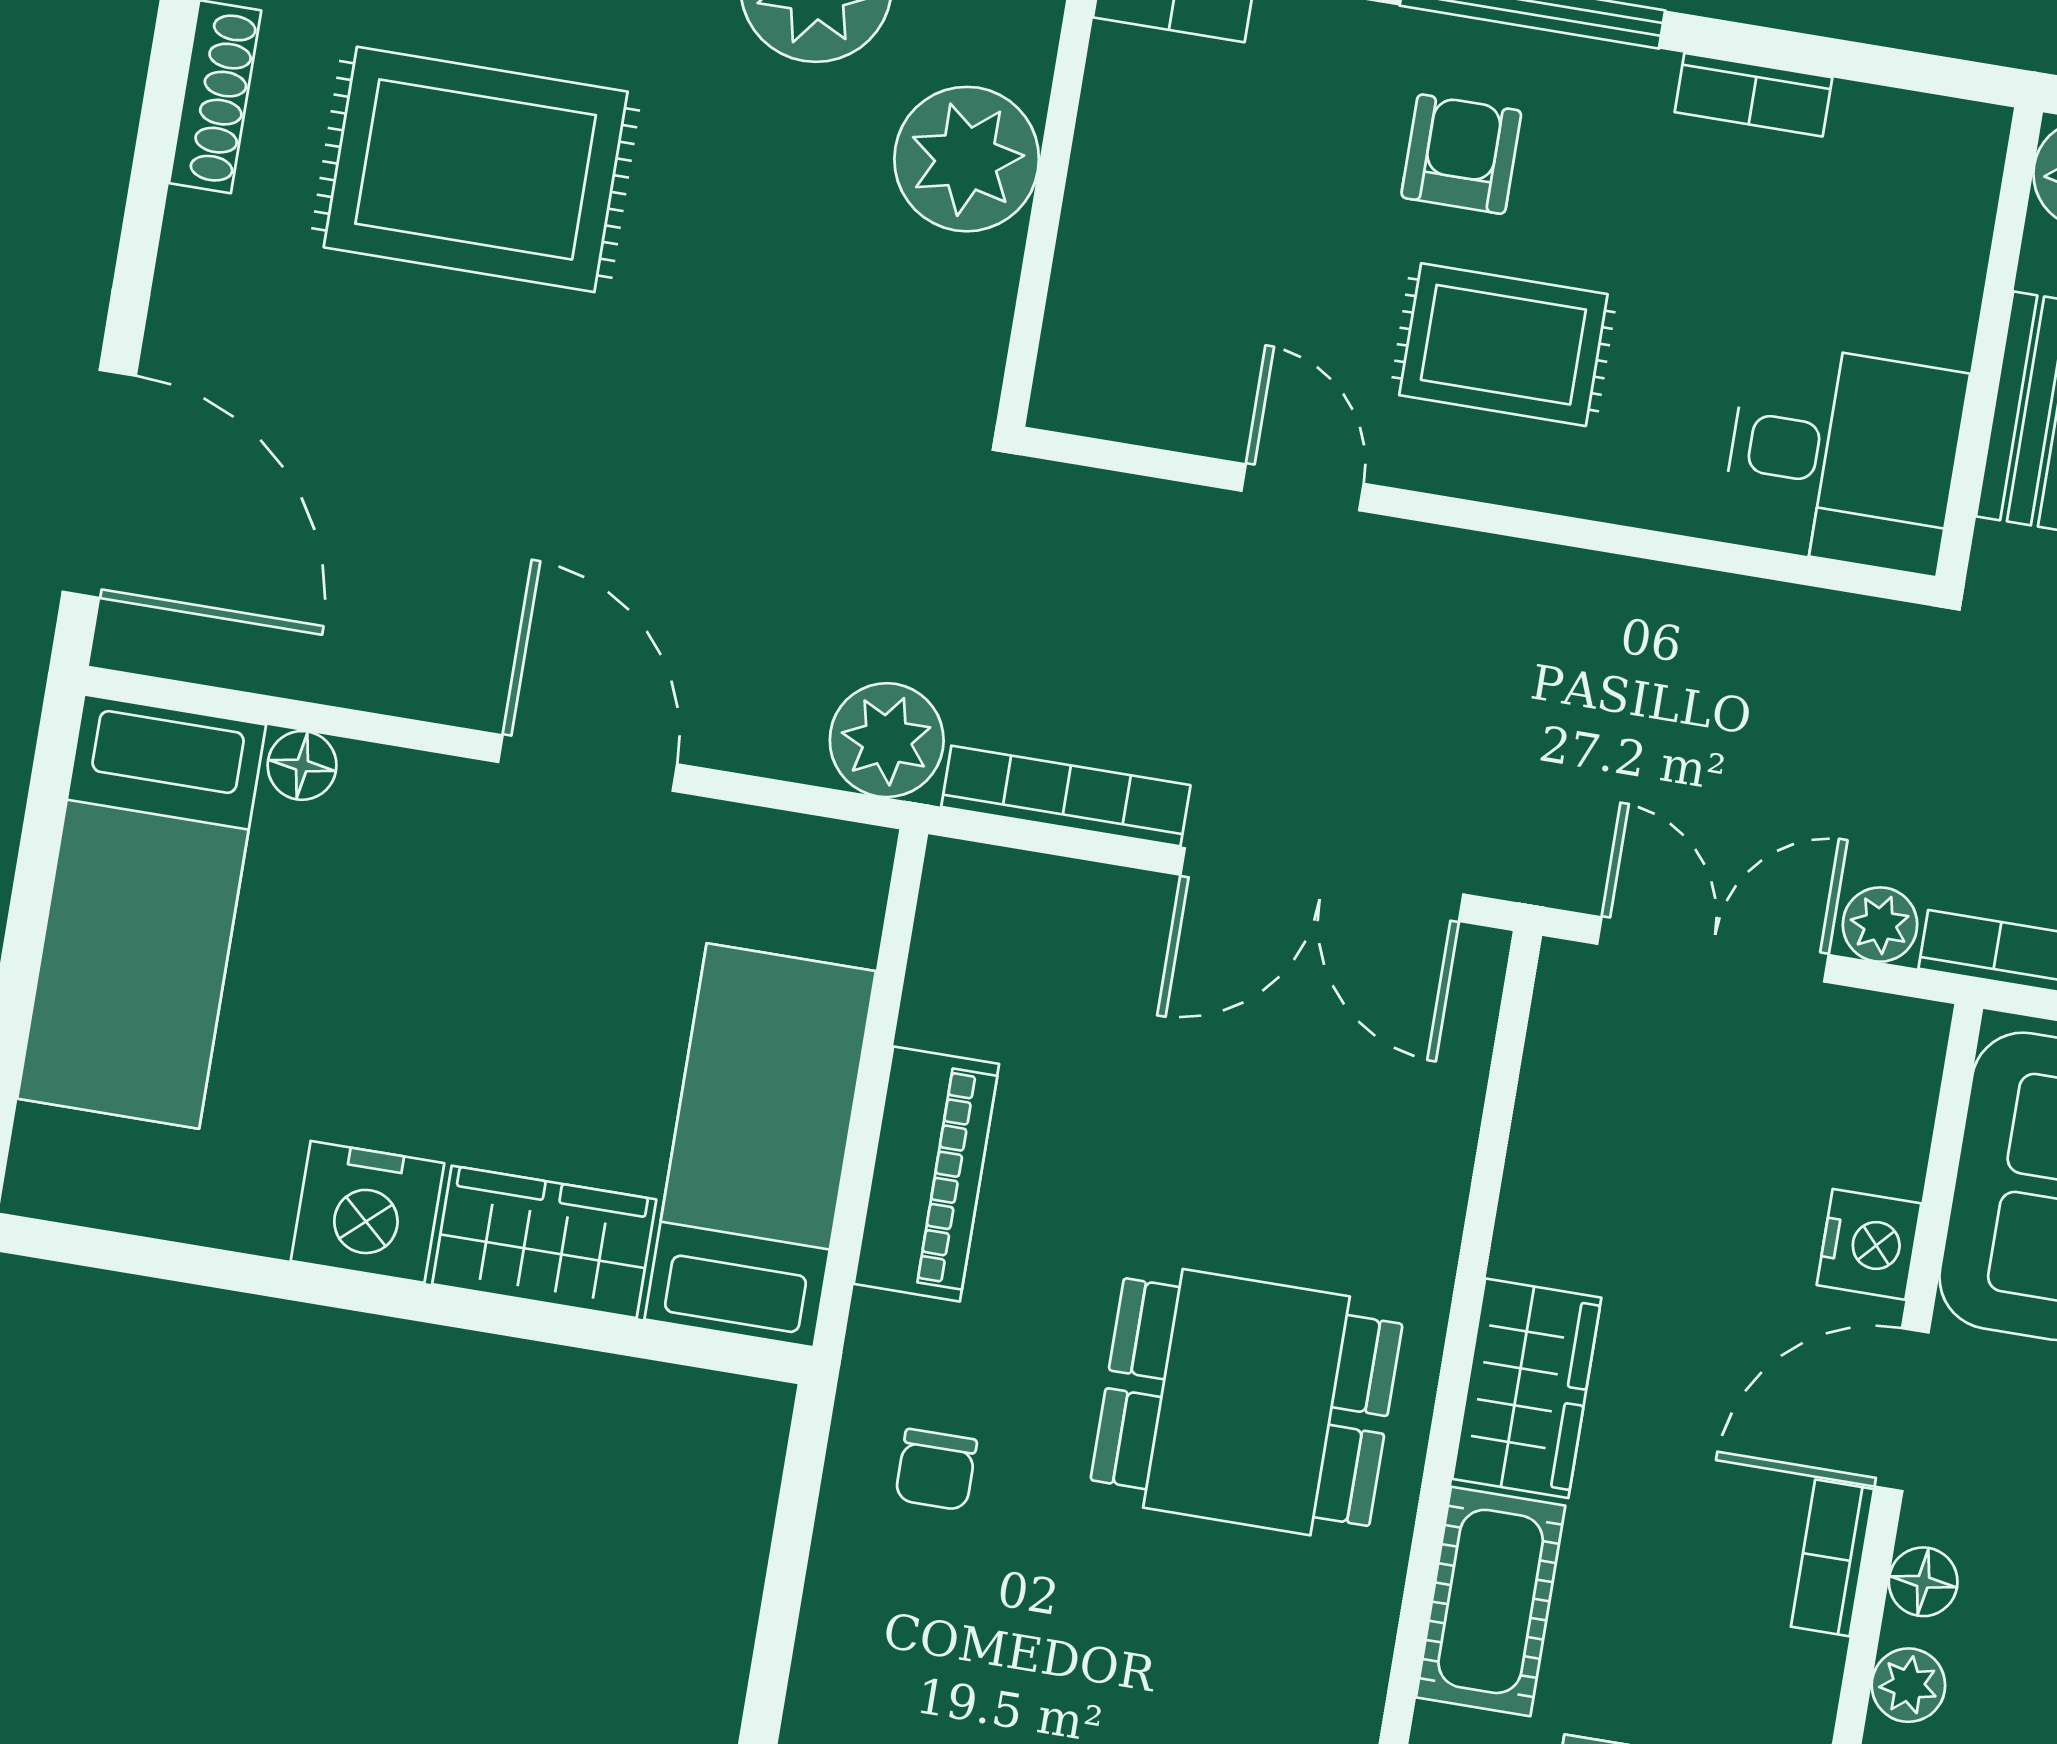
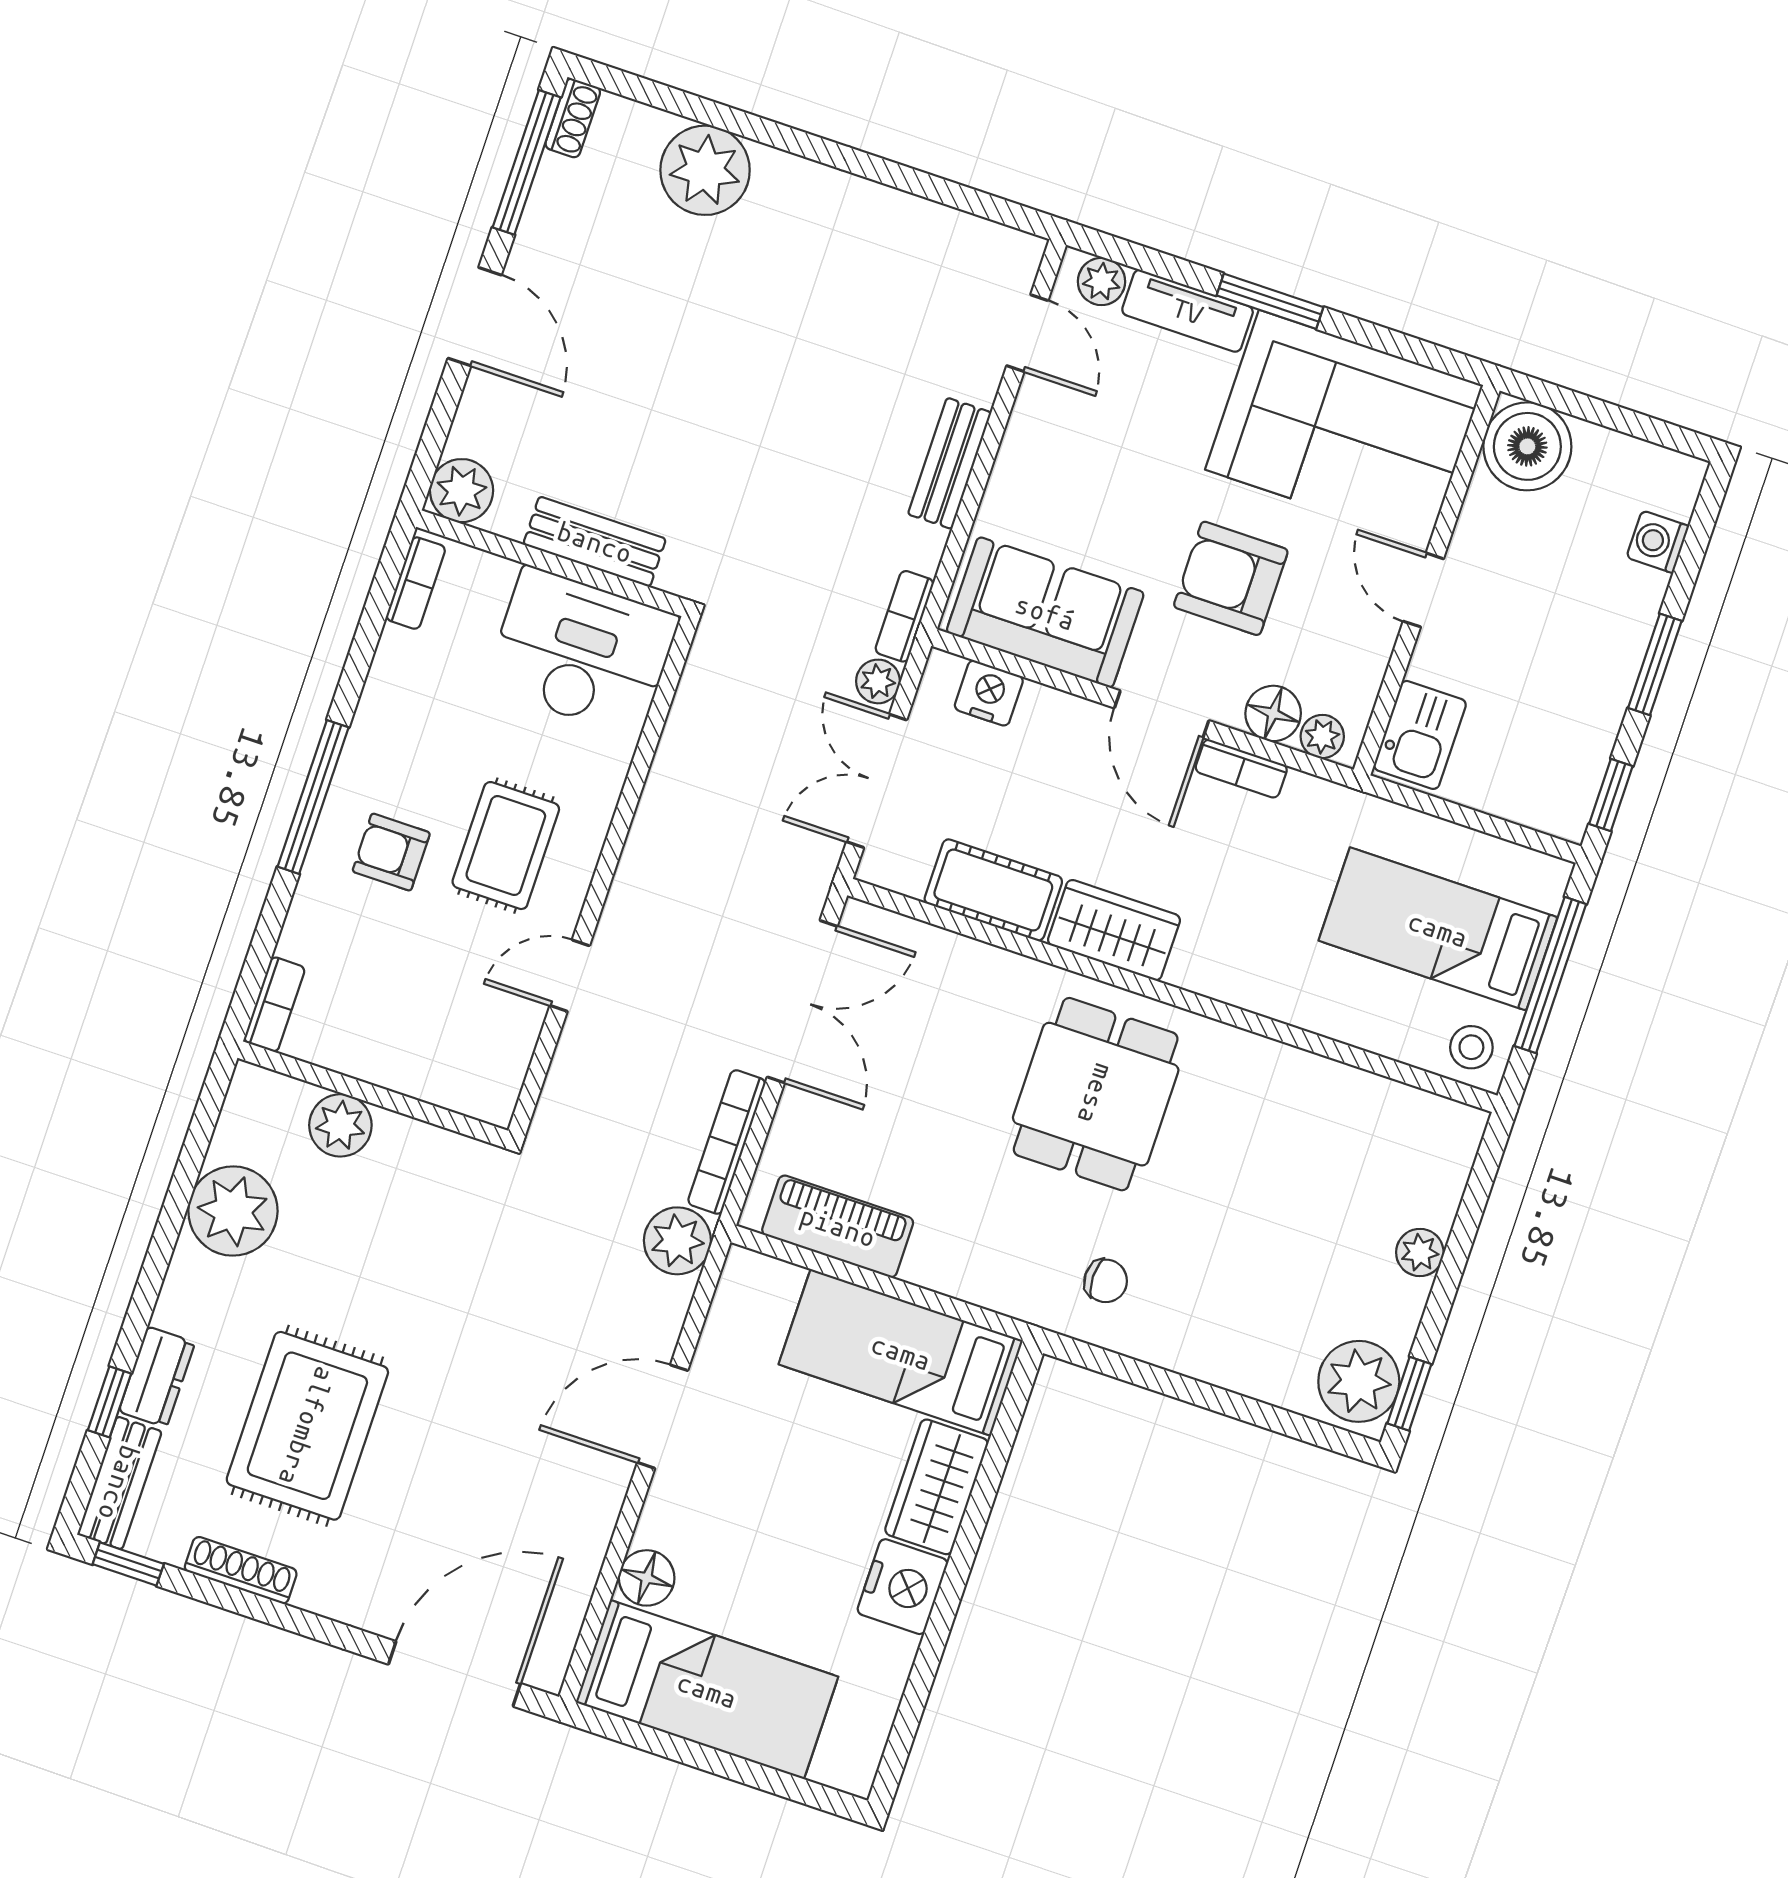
bookcase: (1753, 95) -> (416, 583), moved
plant: (967, 159) -> (340, 1125), width x0.73, depth x0.73
desk: (1843, 457) -> (582, 652), width x1.37
floor lamp: (302, 765) -> (647, 1578), width x1.37, depth x1.37
piano: (926, 1174) -> (838, 1226), moved
nightstand: (1869, 1244) -> (989, 693), moved
floor lamp: (1923, 1582) -> (1273, 713), width x1.37, depth x1.37
cot: (1491, 1601) -> (993, 890), moved

